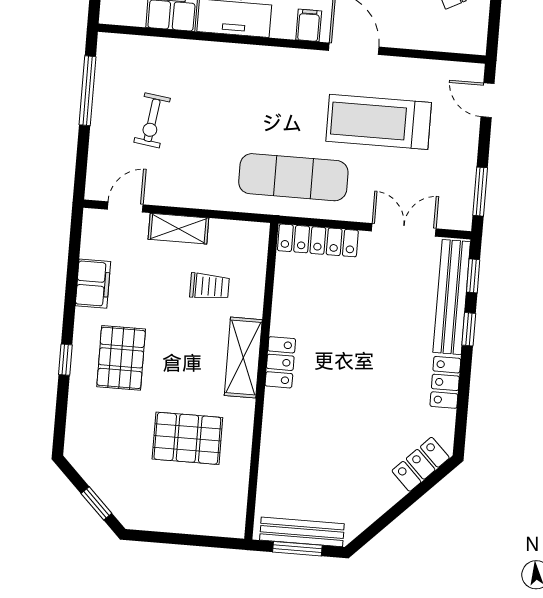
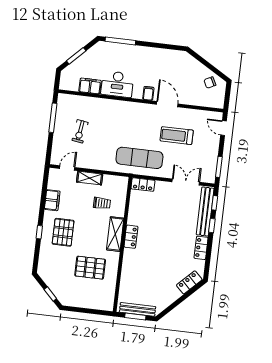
treadmill: (379, 122) -> (177, 136), width x0.73, depth x0.73
locker: (318, 240) -> (143, 185), width x0.66

